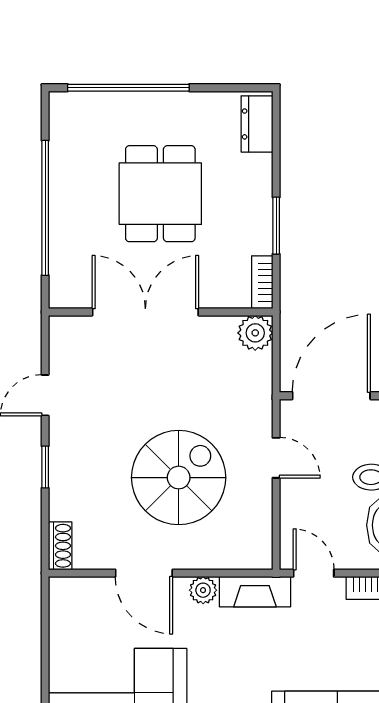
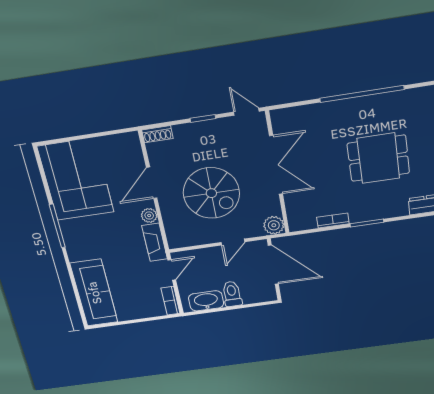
double door: (145, 312) -> (276, 165), moved
wall: (161, 312) -> (277, 173), moved
plant: (255, 333) -> (274, 225), moved

